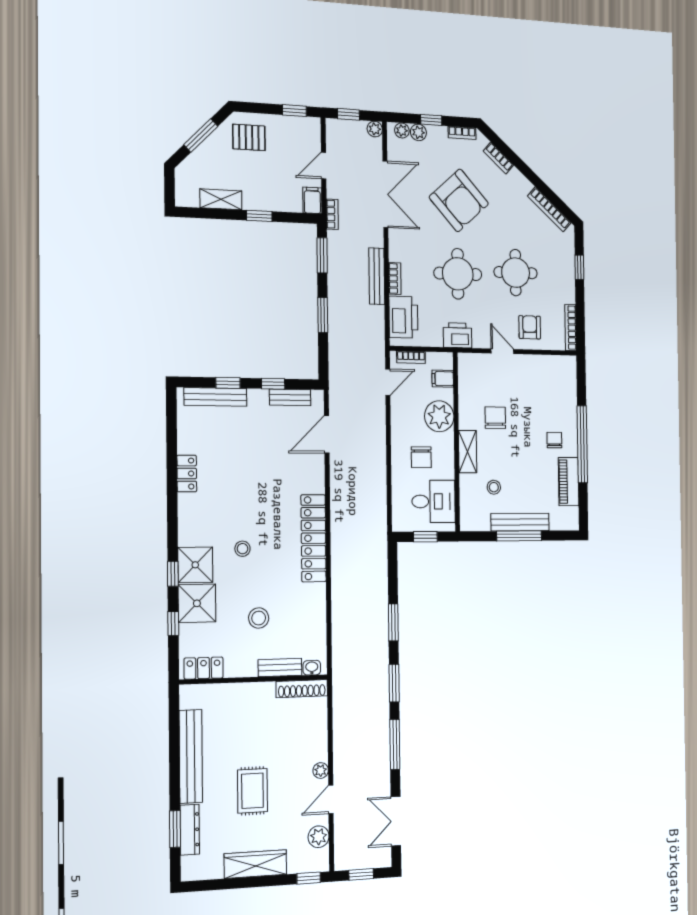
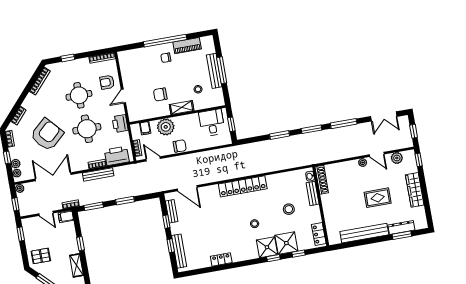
pallet: (249, 137) -> (41, 256), turned 90
chair: (421, 457) -> (180, 146), moved

